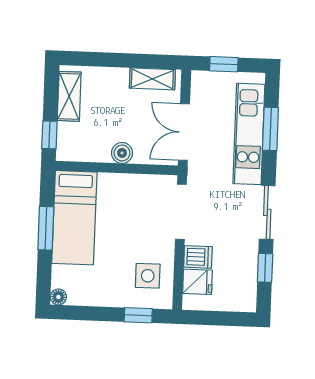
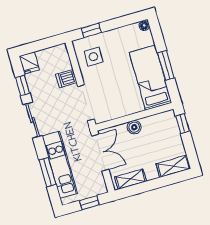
shelving: (69, 96) -> (173, 166), moved, turned 90
fridge: (197, 282) -> (29, 63), moved, turned -90

